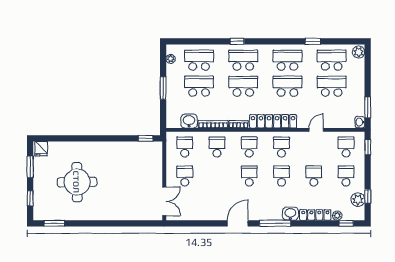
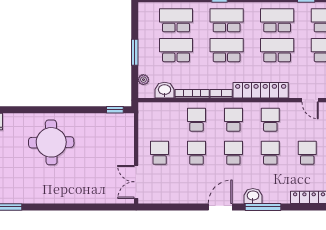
plant: (171, 59) -> (143, 80), moved
door: (316, 130) -> (310, 100), swing flipped
school desk: (185, 147) -> (197, 153), moved
round table: (77, 182) -> (51, 142), moved
double door: (164, 201) -> (136, 182), swing flipped
washbasin: (290, 214) -> (253, 196), moved

